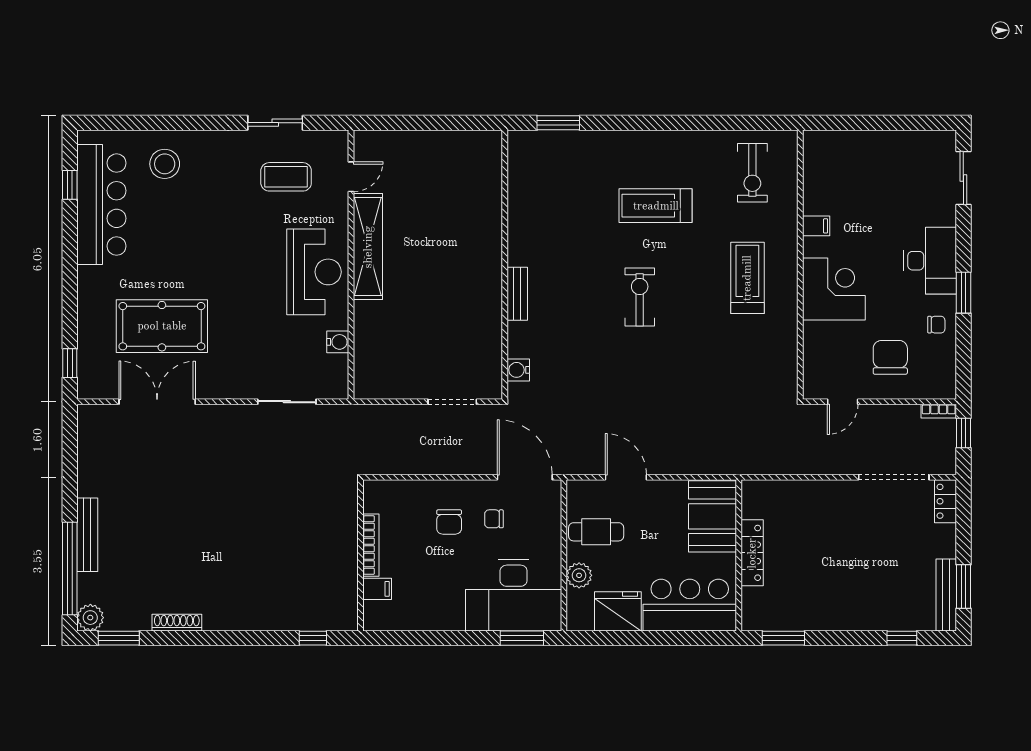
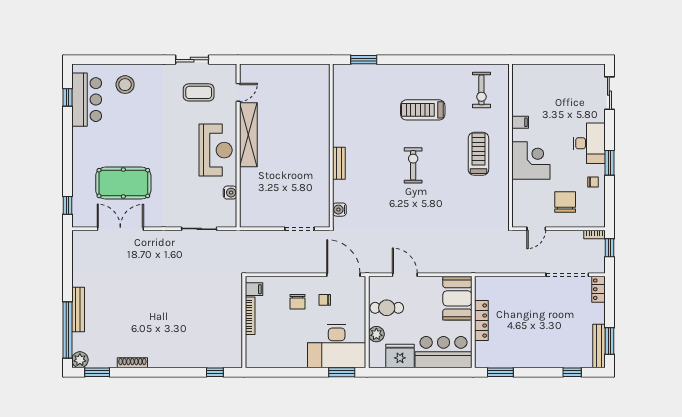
bar counter: (101, 205) -> (87, 100), width x0.73
filing cabinet: (377, 589) -> (254, 289), moved

